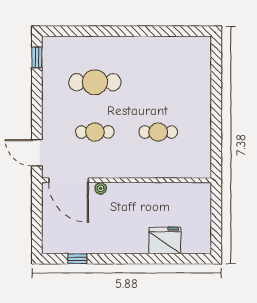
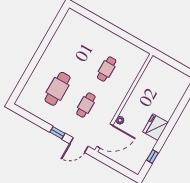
window: (37, 57) -> (57, 133), moved
fridge: (165, 240) -> (155, 127), moved

